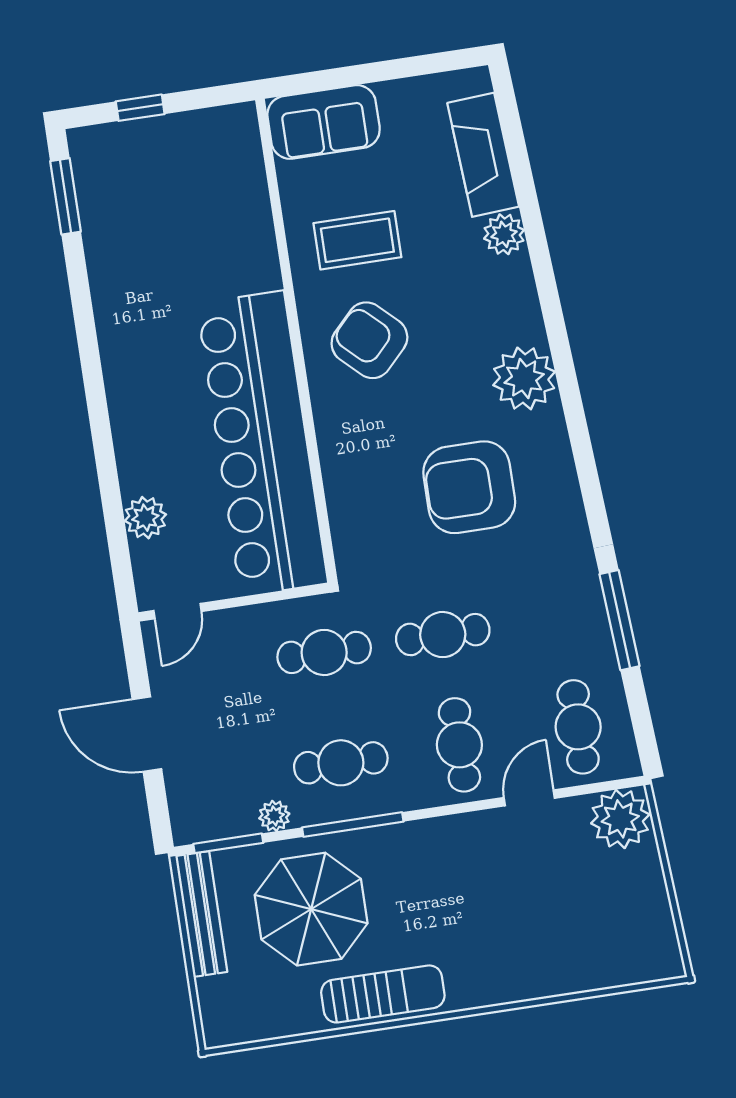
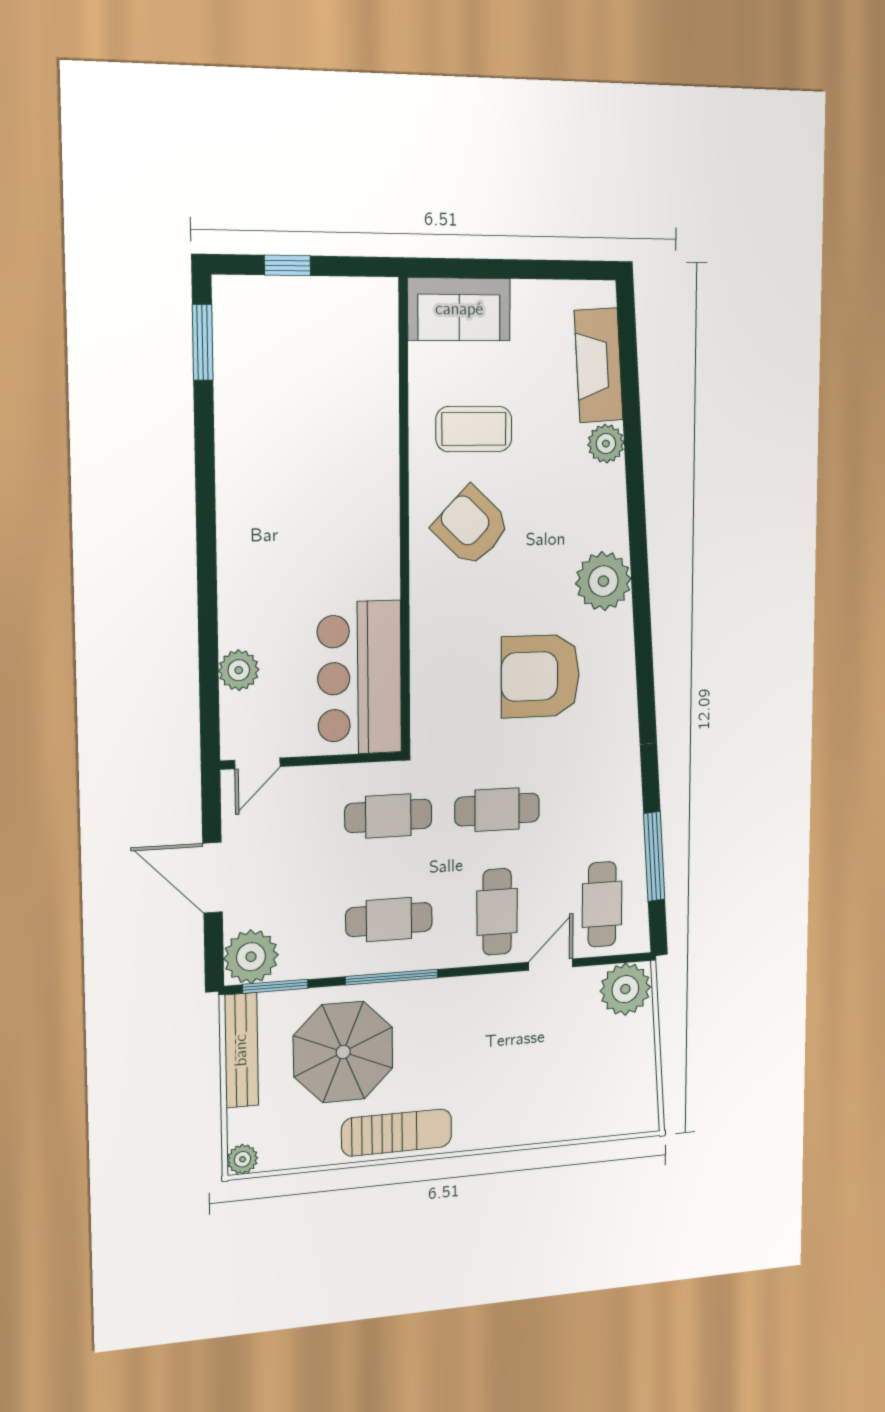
bar counter: (262, 443) -> (360, 678), width x0.54
window: (620, 620) -> (654, 856), moved
plant: (274, 816) -> (251, 957), moved, width x1.88, depth x1.88
plant: (218, 1031) -> (243, 1159), added

